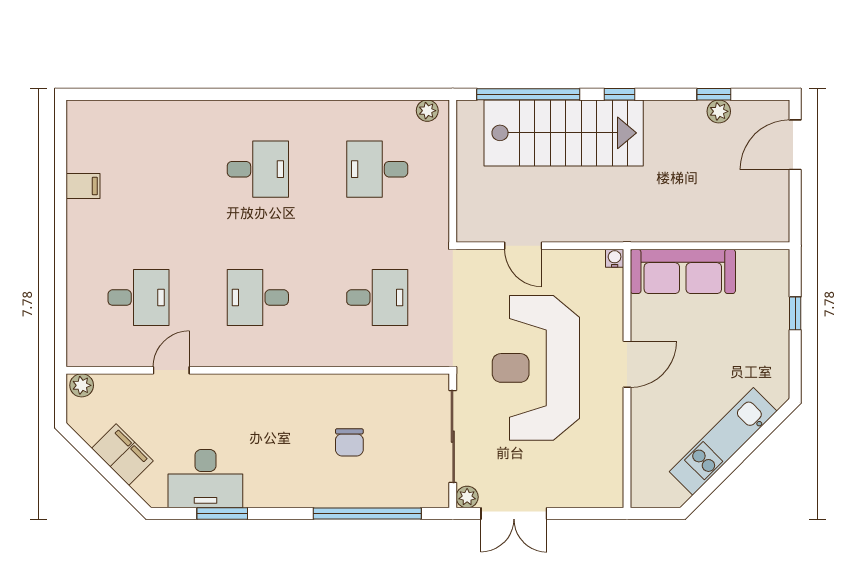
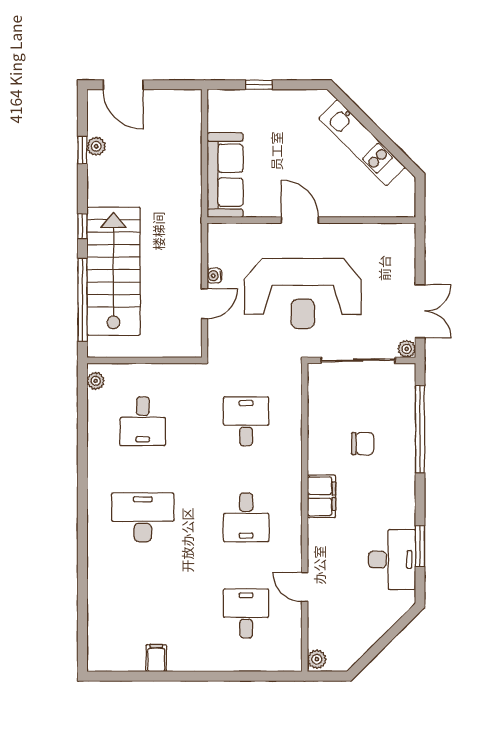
desk: (258, 169) -> (143, 517), width x1.37
water cooler: (615, 258) -> (214, 276), moved
filing cabinet: (122, 455) -> (321, 496), moved, turned 135

